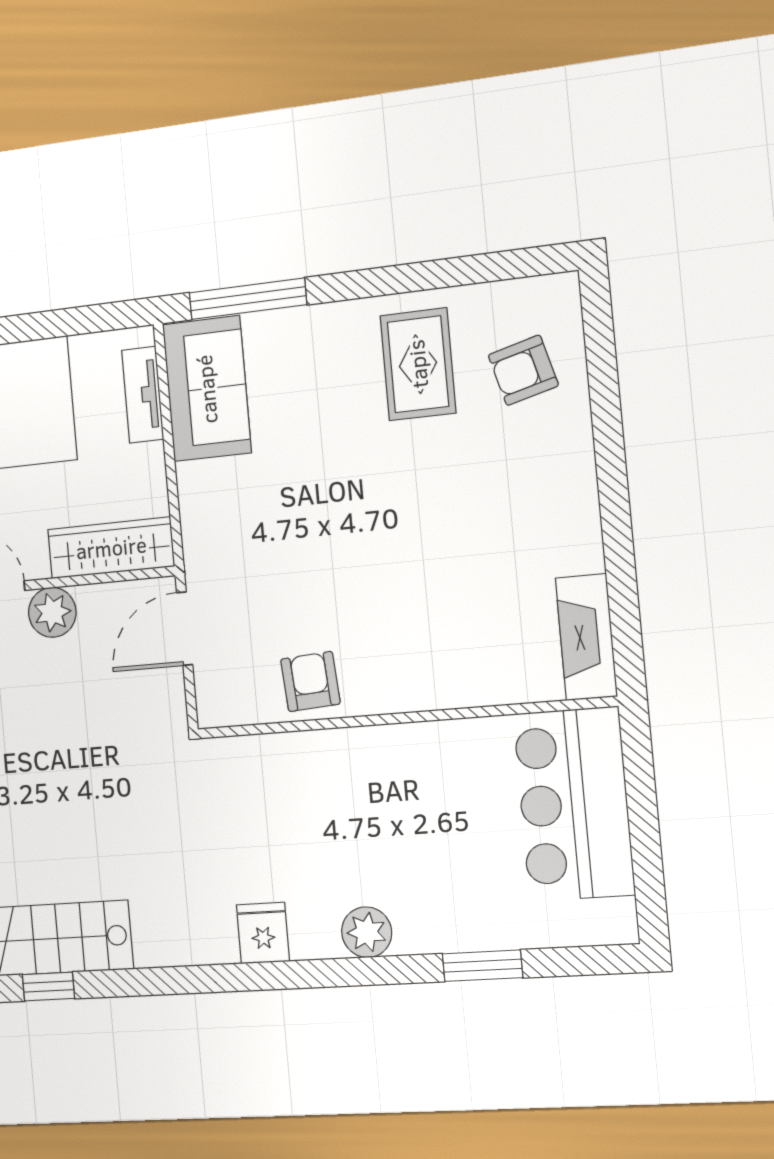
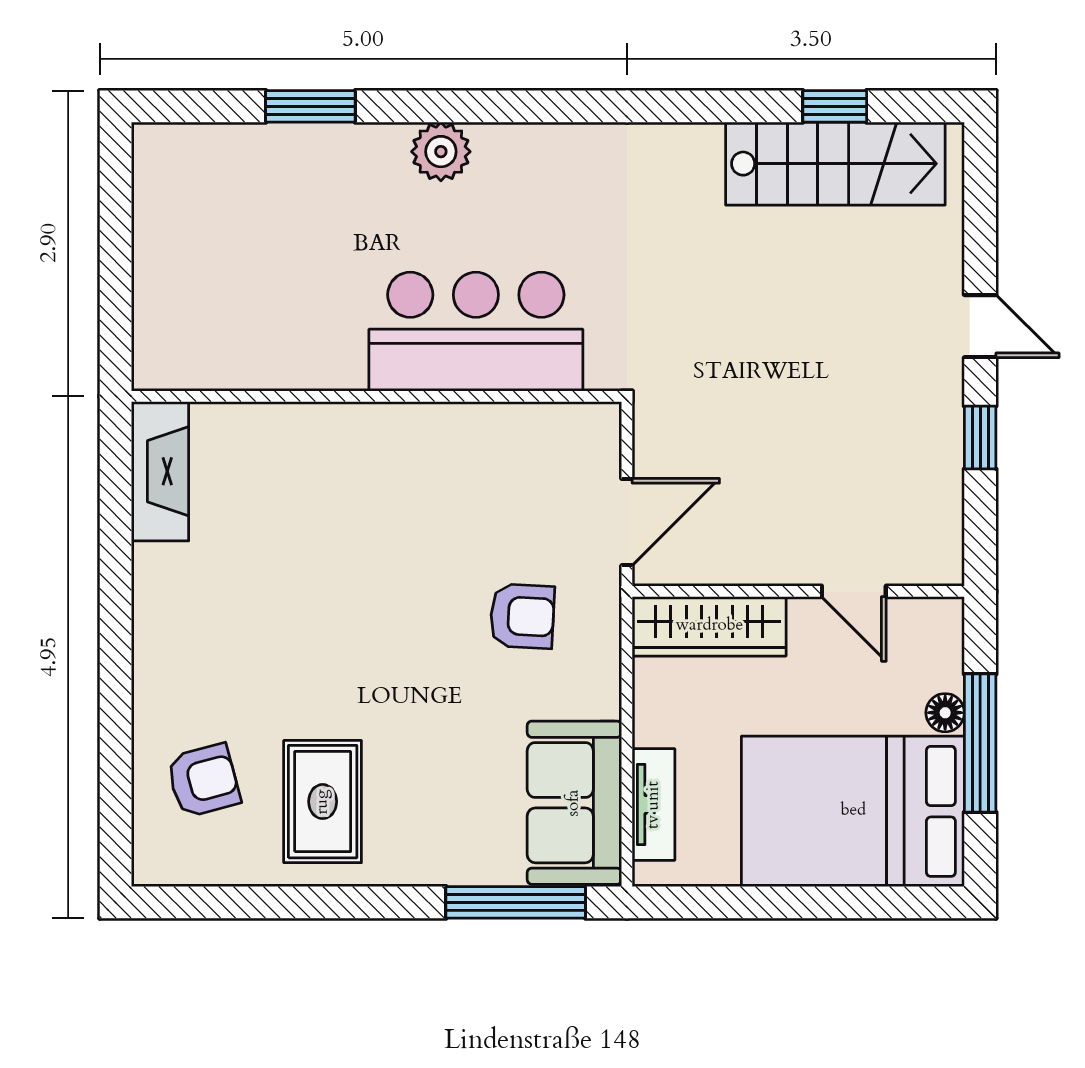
plant: (52, 612) -> (789, 556), removed
armchair: (310, 682) -> (522, 616), moved, turned -83
bar counter: (574, 804) -> (476, 332), moved, turned -90
fridge: (263, 933) -> (564, 157), removed

